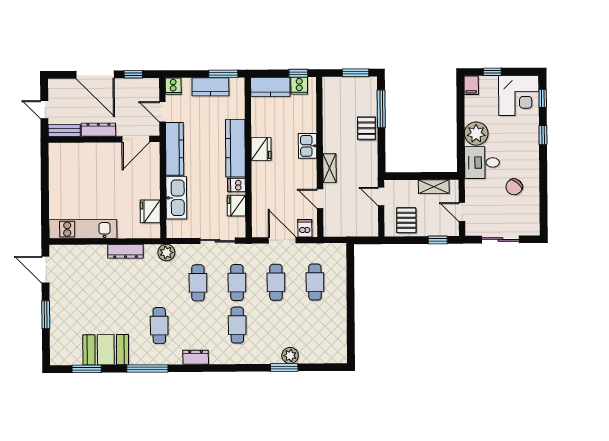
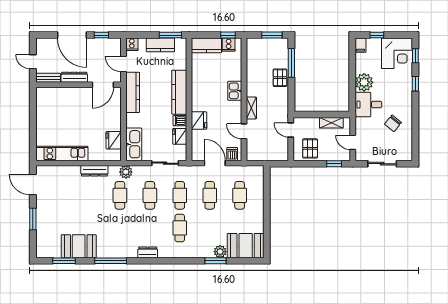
fridge: (261, 149) -> (199, 121), moved
kitchen sink: (176, 198) -> (134, 144), moved
cafe table: (159, 326) -> (120, 195), moved
booth: (323, 347) -> (246, 246), added

